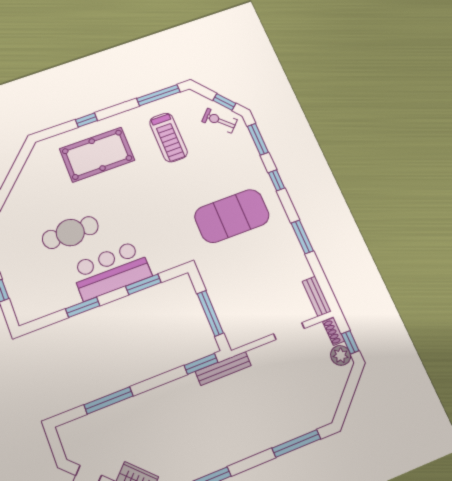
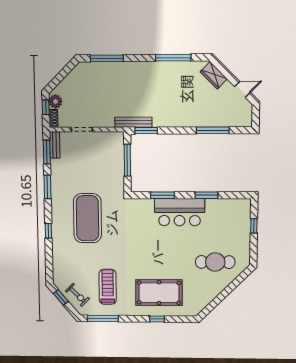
exercise bike: (219, 121) -> (77, 295), moved
window: (258, 139) -> (47, 152), moved
exercise mat: (232, 216) -> (88, 218), turned 90
cafe table: (70, 233) -> (215, 262), moved

